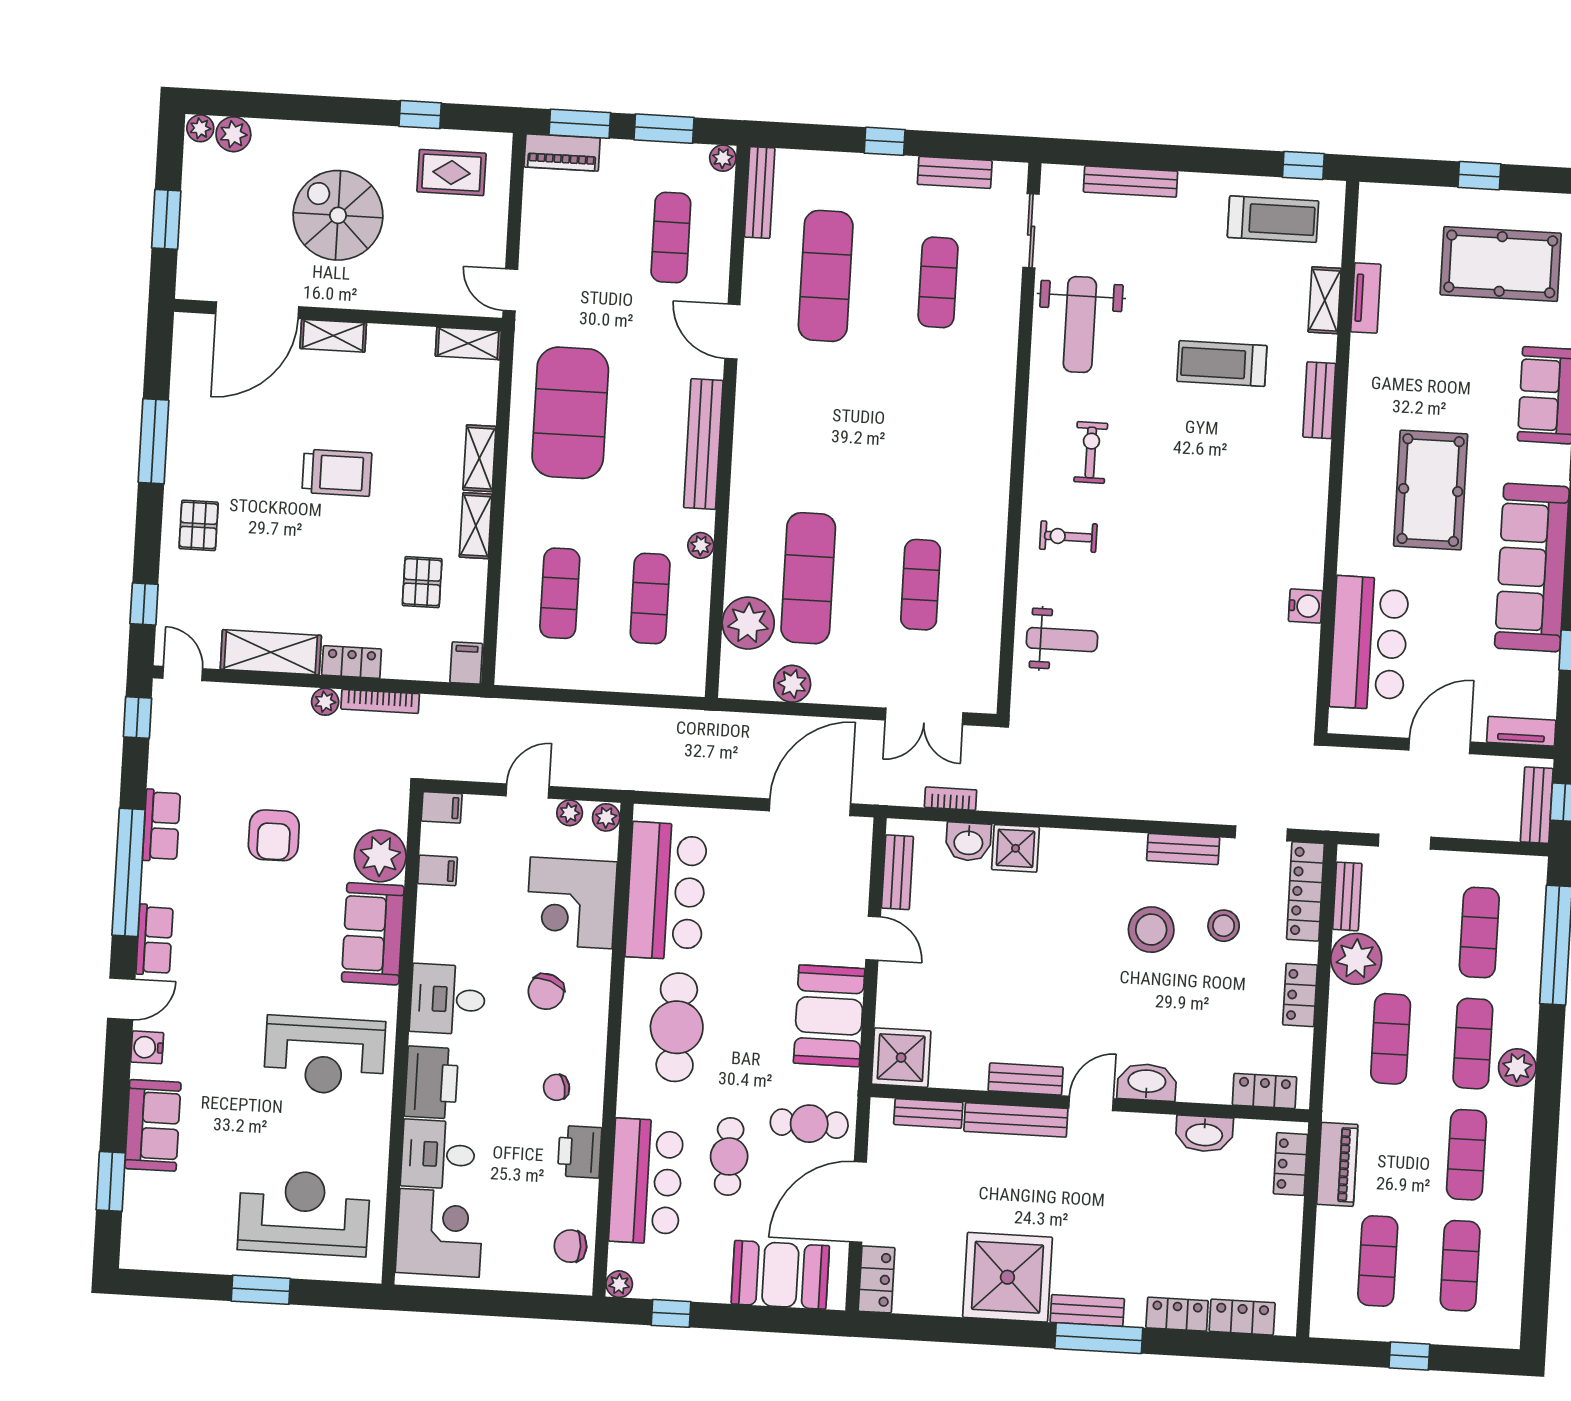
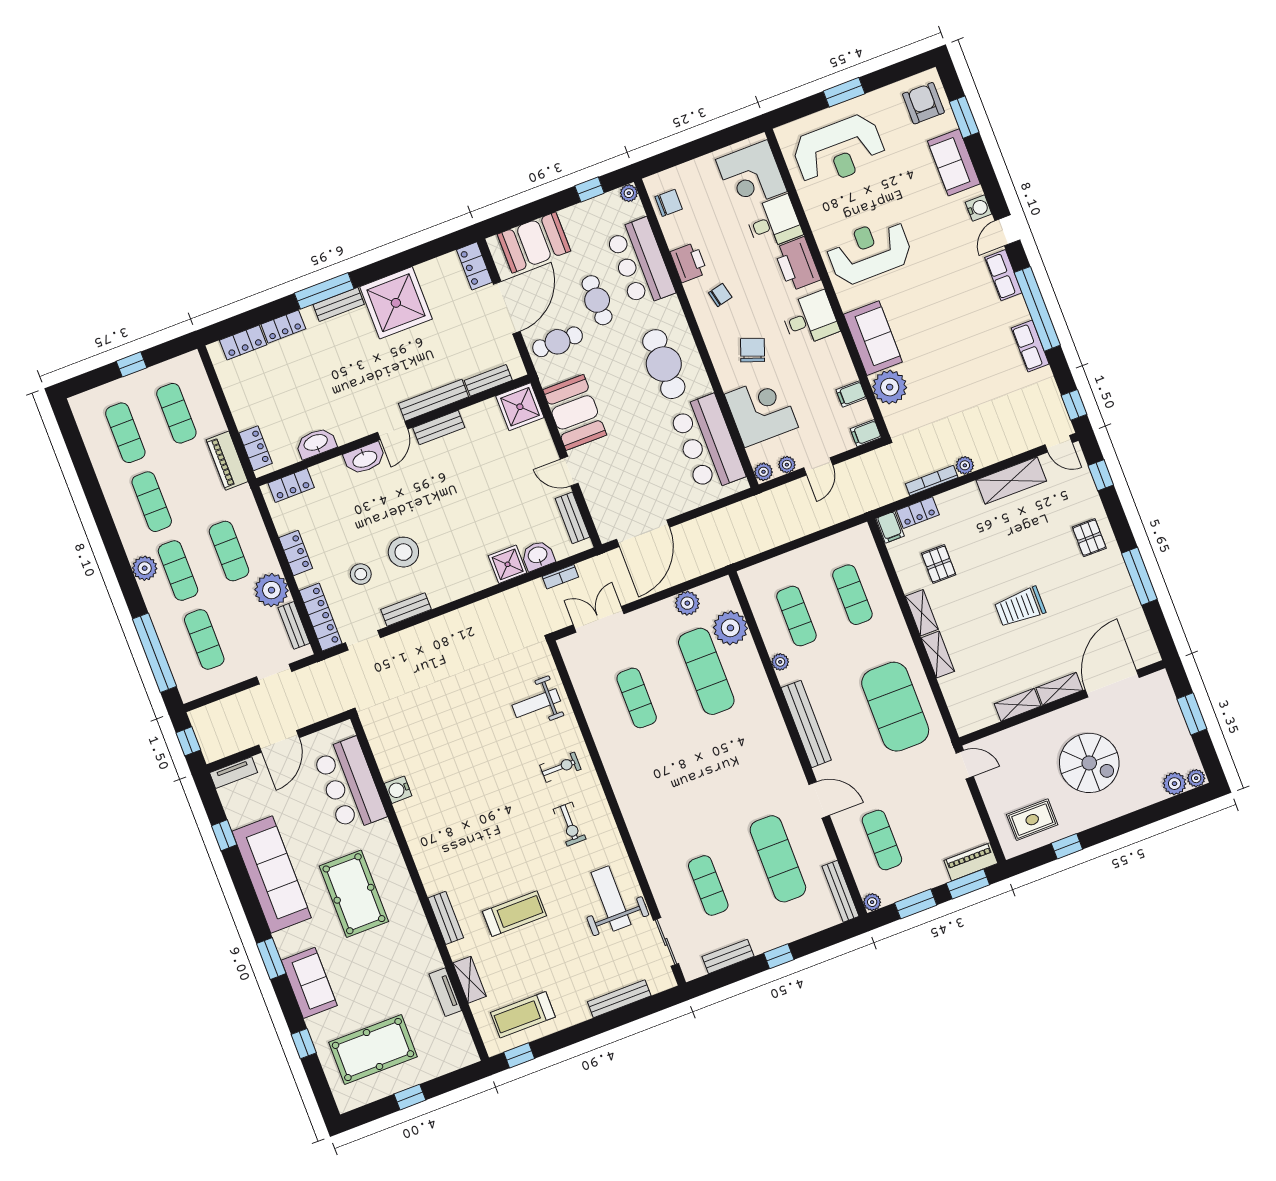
shelving: (468, 343) -> (1018, 705), moved
locker: (352, 662) -> (918, 513), moved
bench: (1537, 805) -> (204, 732), removed
armchair: (274, 835) -> (923, 103), moved

